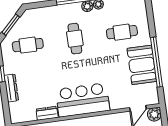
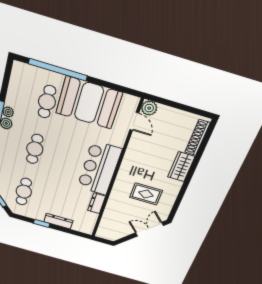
cafe table: (75, 39) -> (35, 149), turned 90
window: (156, 62) -> (58, 70), moved
booth: (142, 65) -> (89, 103), width x1.36, depth x1.42

